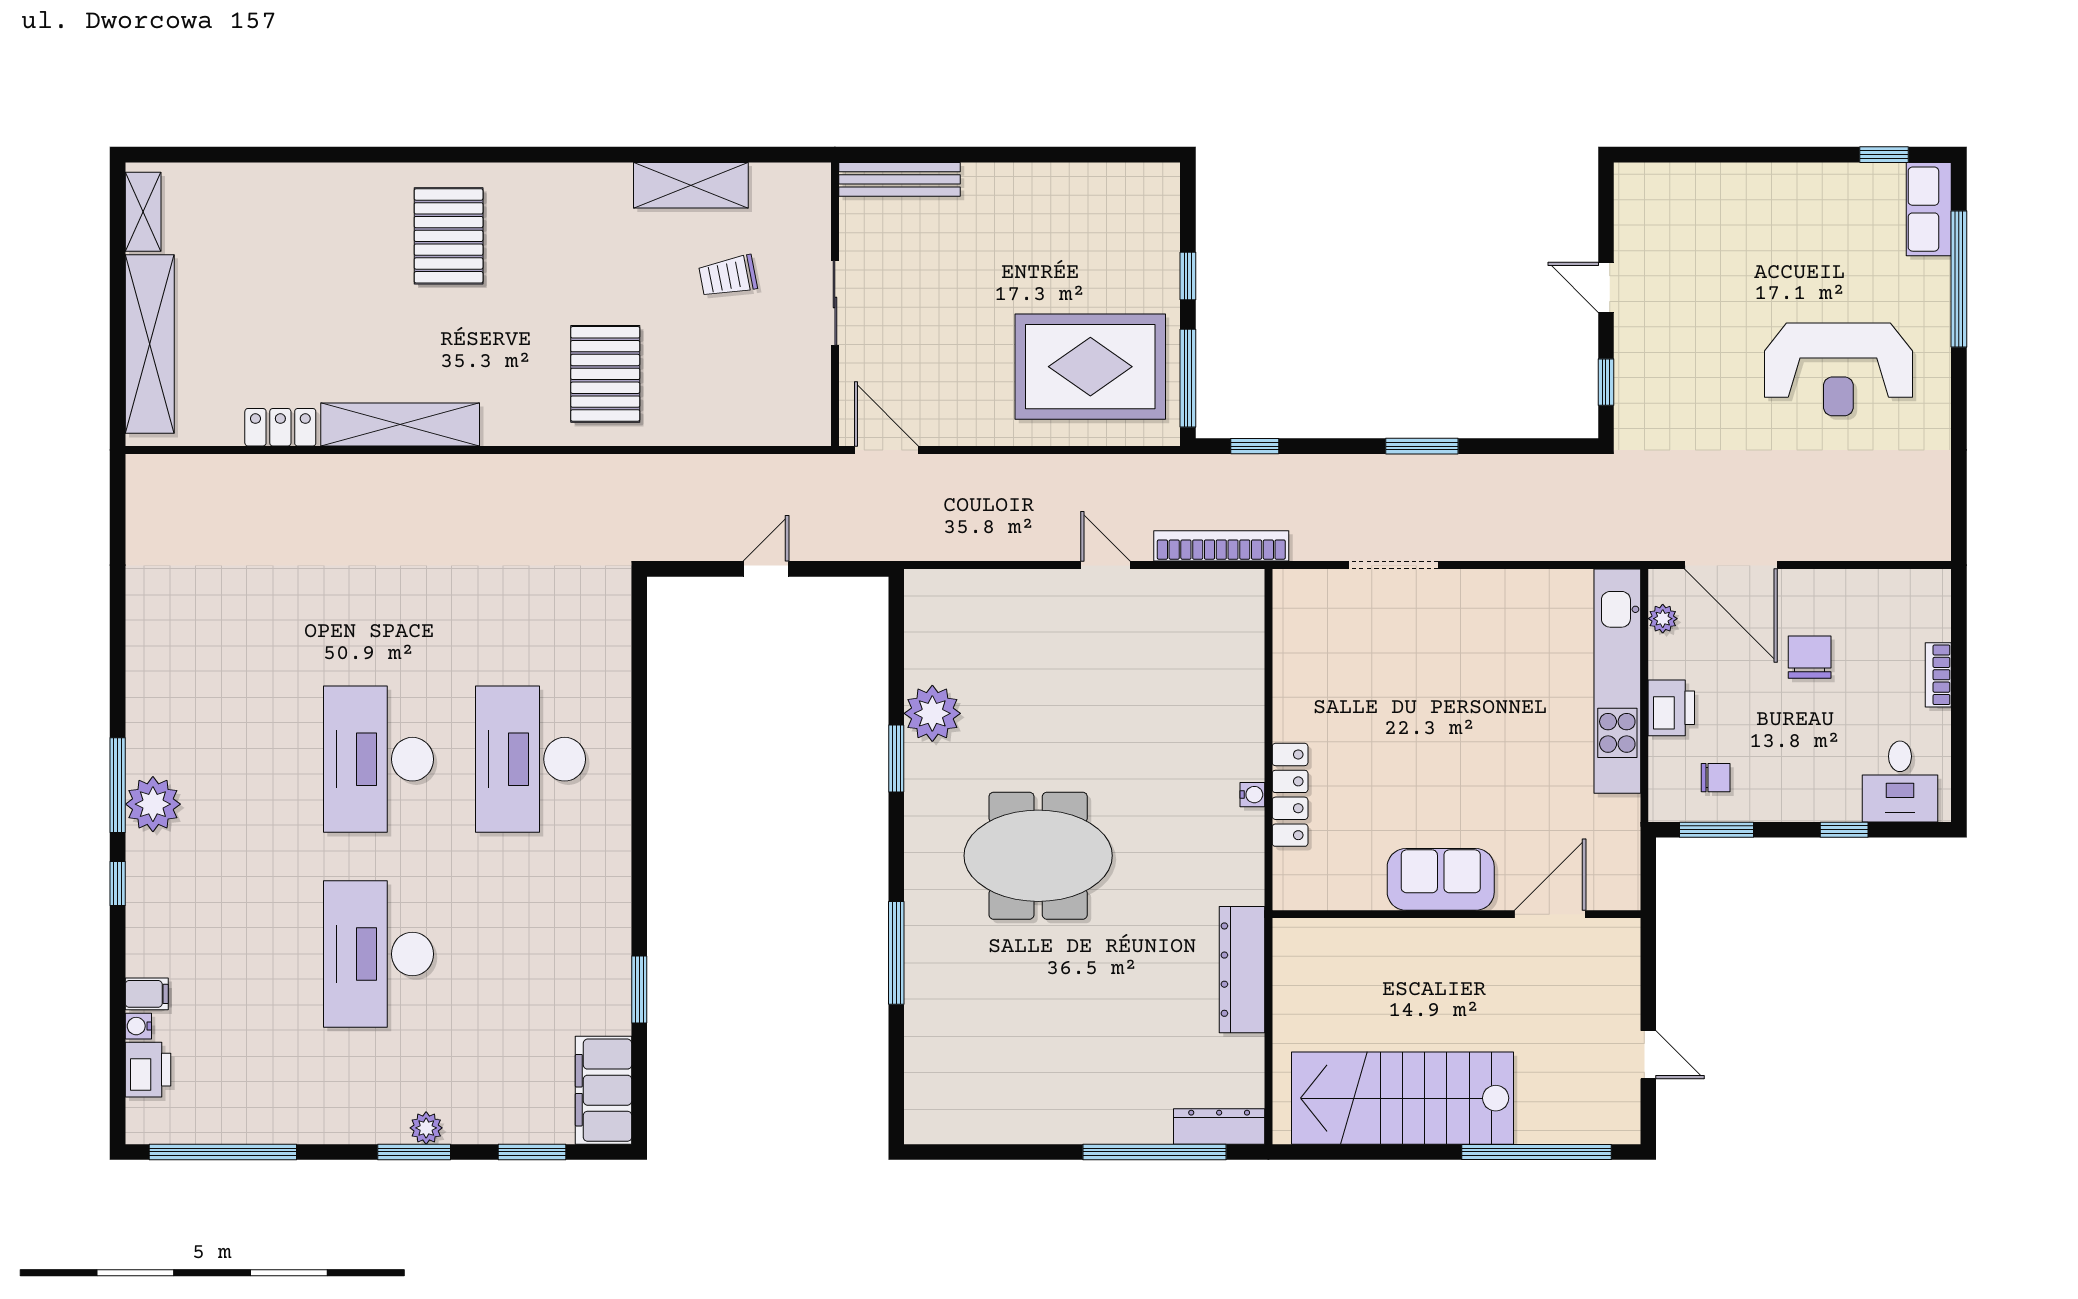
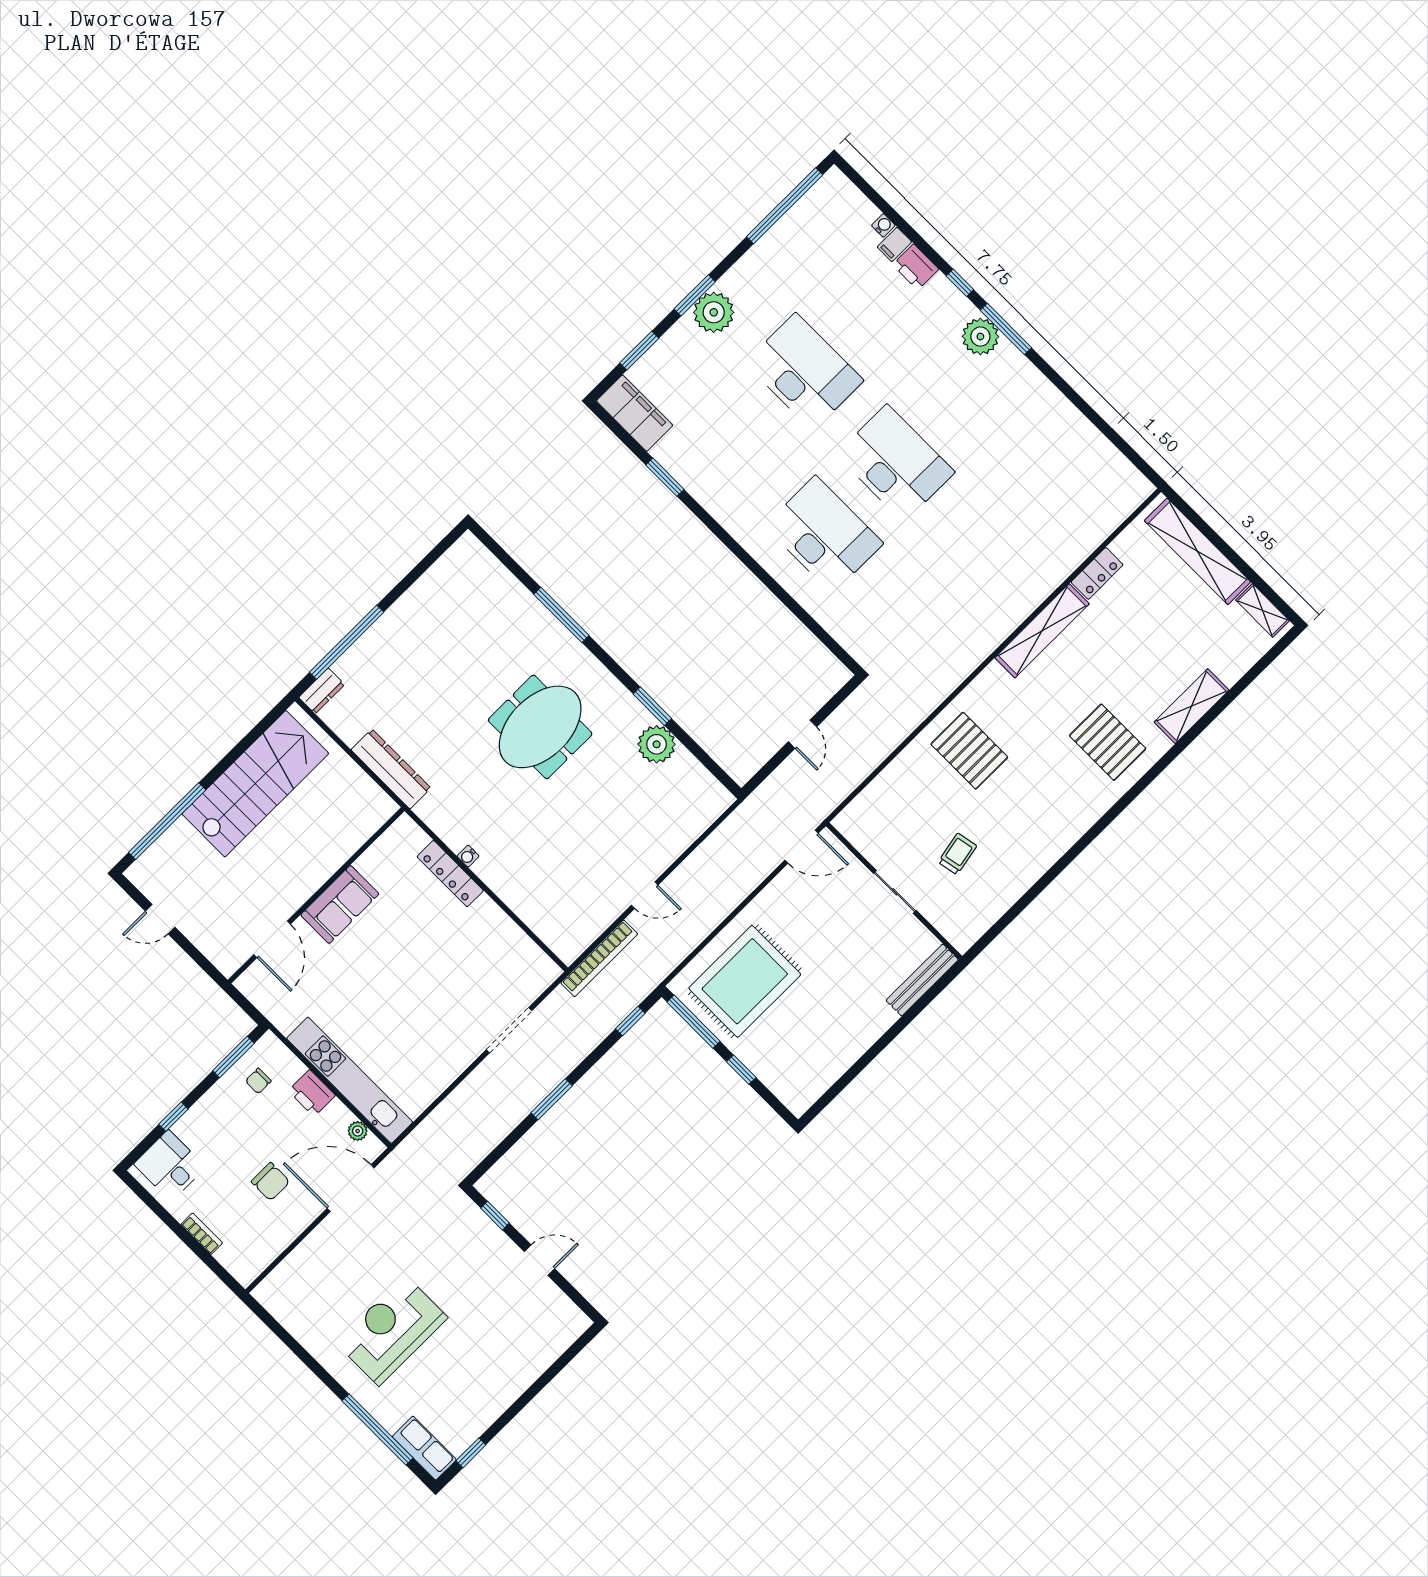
shelving: (691, 185) -> (1191, 706), moved
printer: (148, 1070) -> (916, 267), moved
dresser: (1219, 1127) -> (322, 691), width x0.70
plant: (426, 1128) -> (714, 312), width x1.87, depth x1.87

